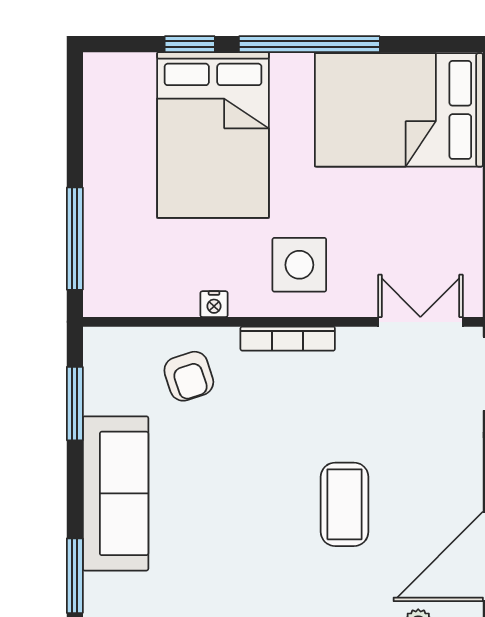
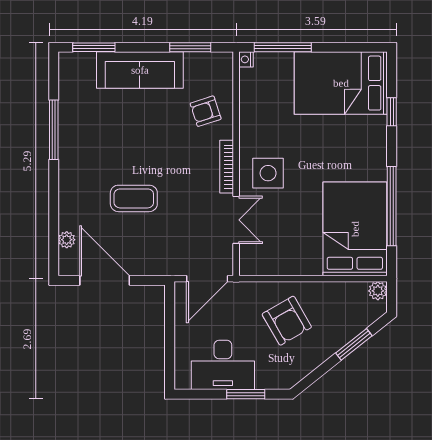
window: (309, 44) -> (392, 206), moved
bed: (213, 135) -> (341, 83), moved
nightstand: (214, 304) -> (246, 59), moved
double door: (420, 322) -> (236, 220), moved

